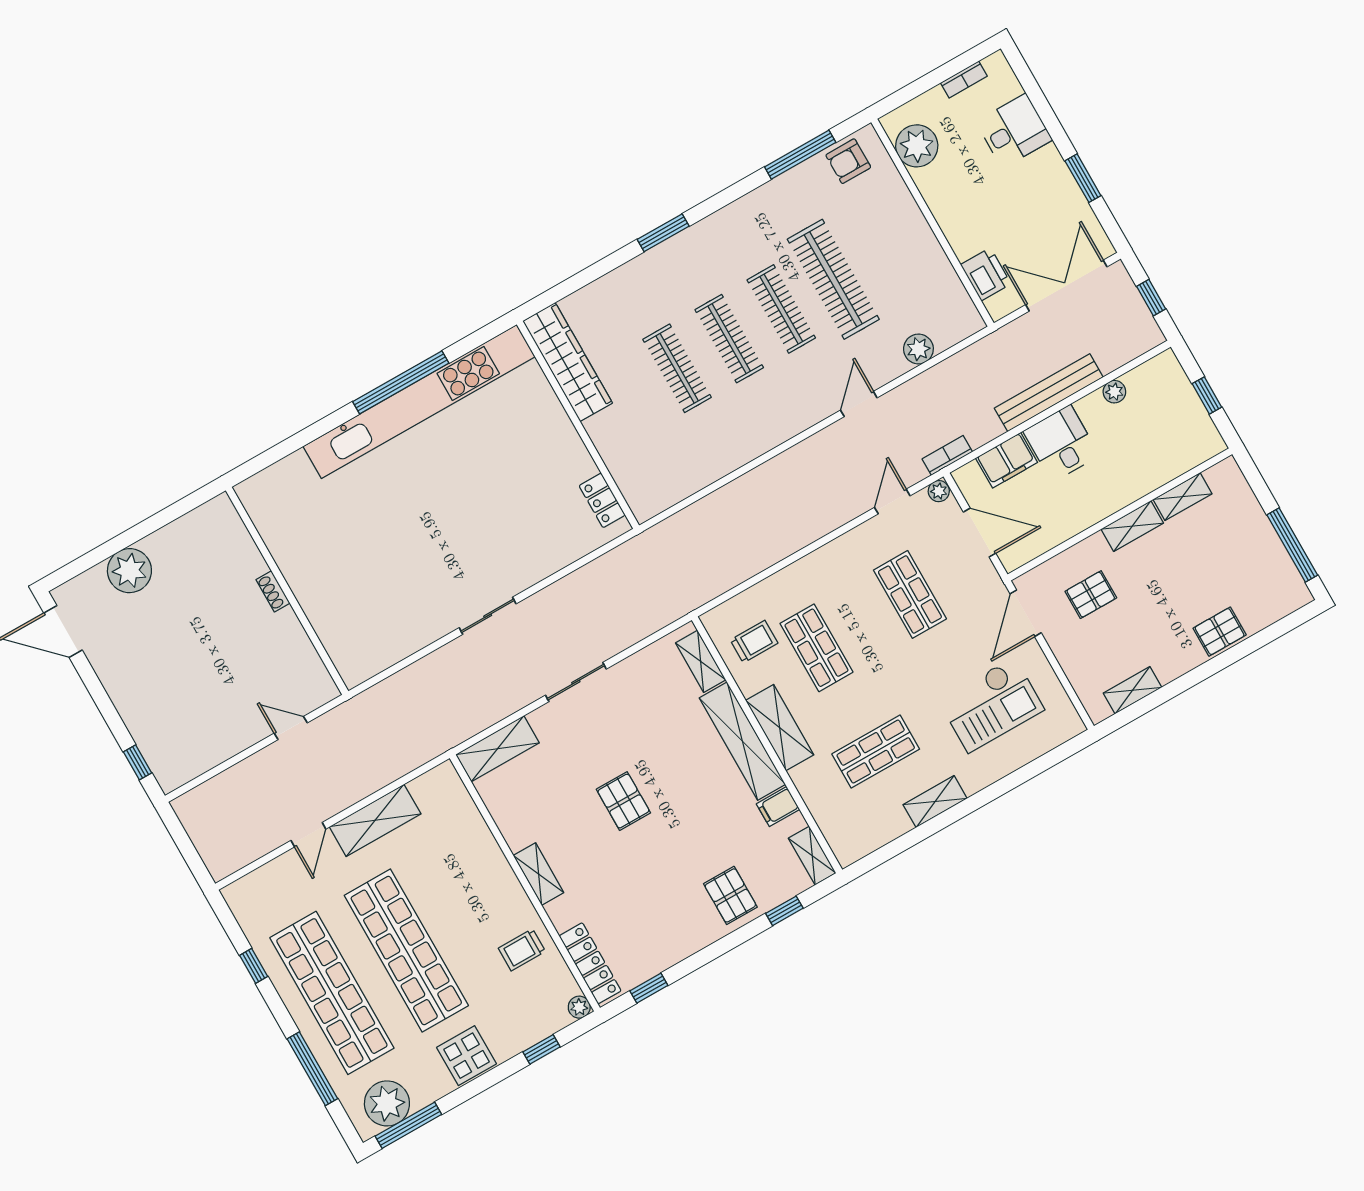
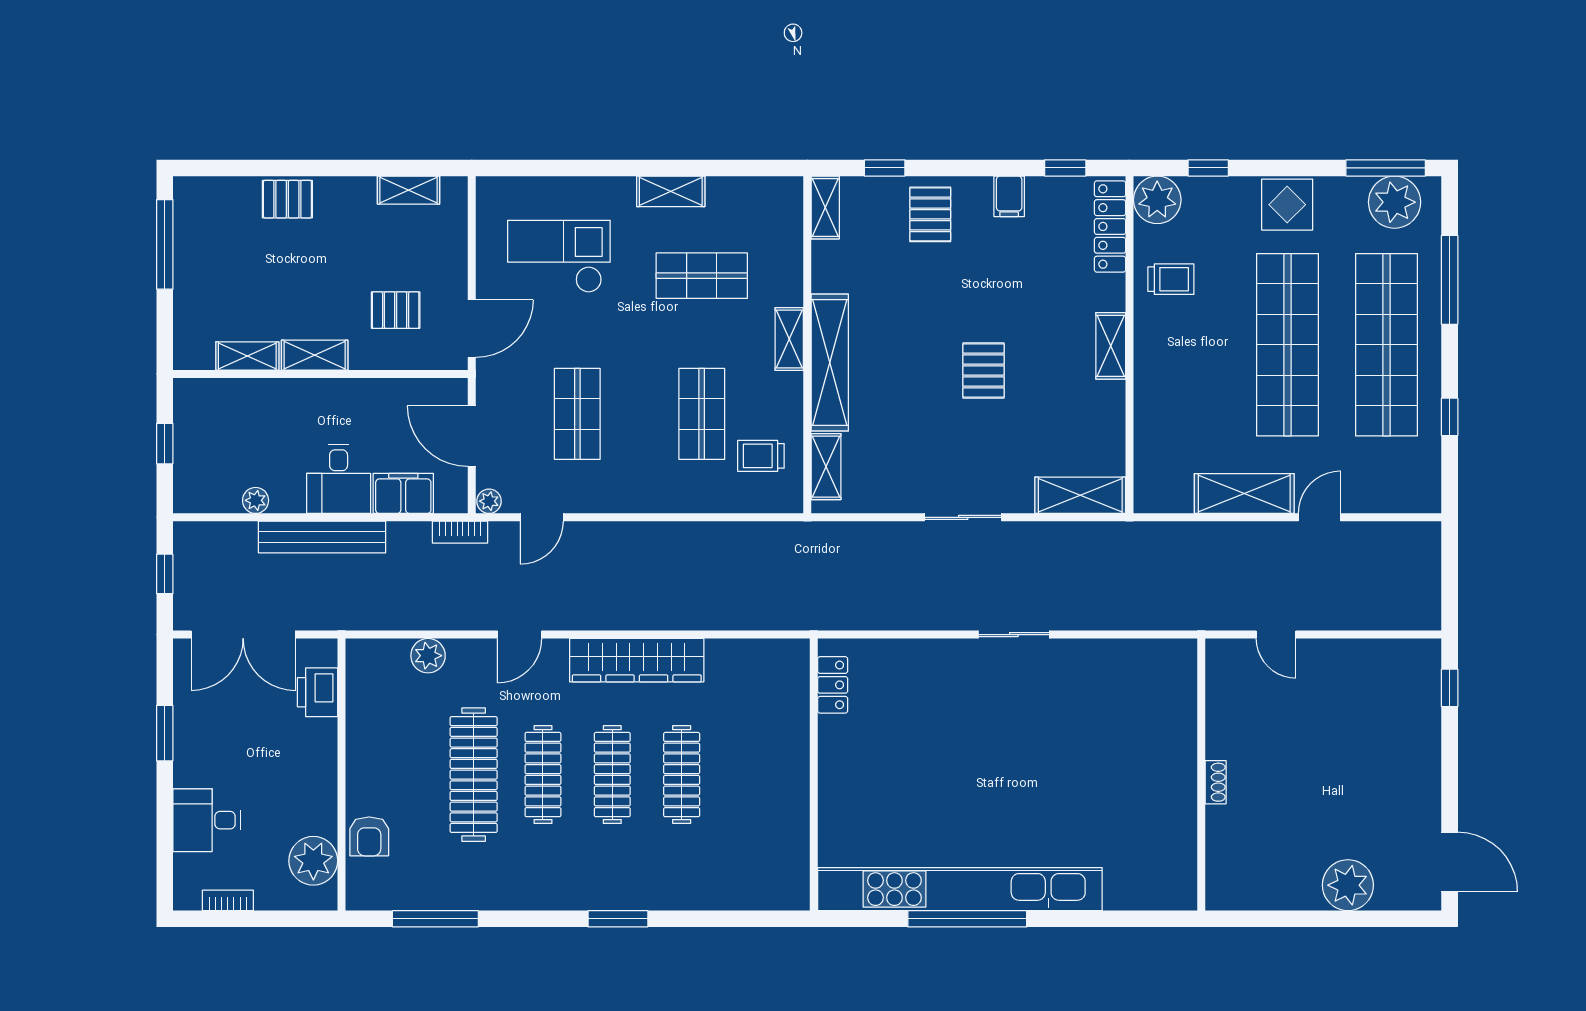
armchair: (848, 161) -> (369, 836), moved, turned 90
wardrobe: (568, 362) -> (637, 660), moved, turned -90
shelving: (780, 728) -> (789, 339), width x0.67, depth x0.75
filing cabinet: (778, 807) -> (1009, 196), moved, turned 90
plant: (579, 1007) -> (1157, 200), width x1.88, depth x1.88

